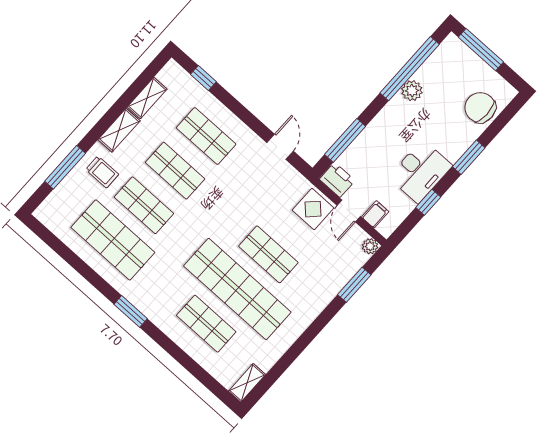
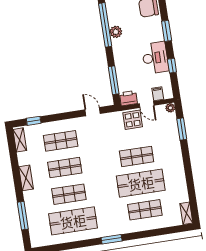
shelving: (147, 98) -> (20, 140), moved
trolley: (102, 172) -> (38, 201), removed
shop shelf: (237, 289) -> (141, 183), width x0.71

